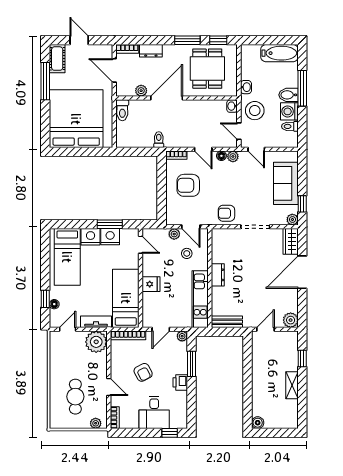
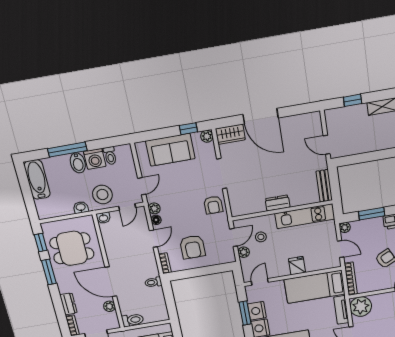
plant: (291, 320) -> (313, 120), removed

